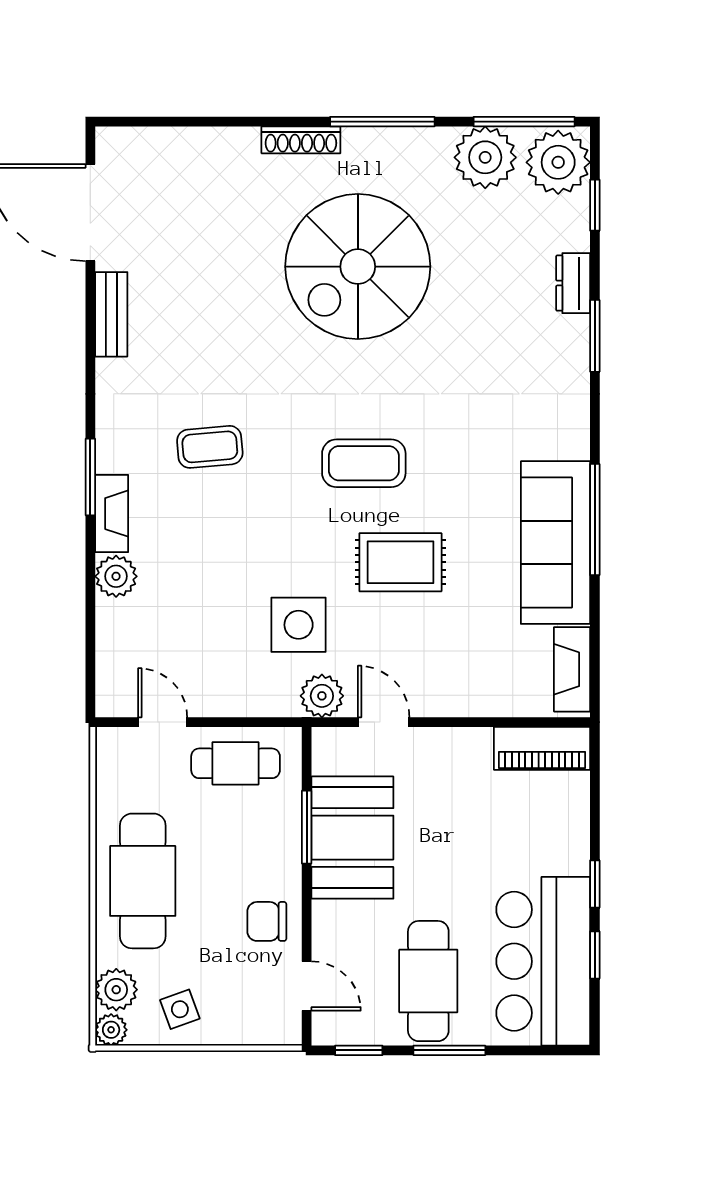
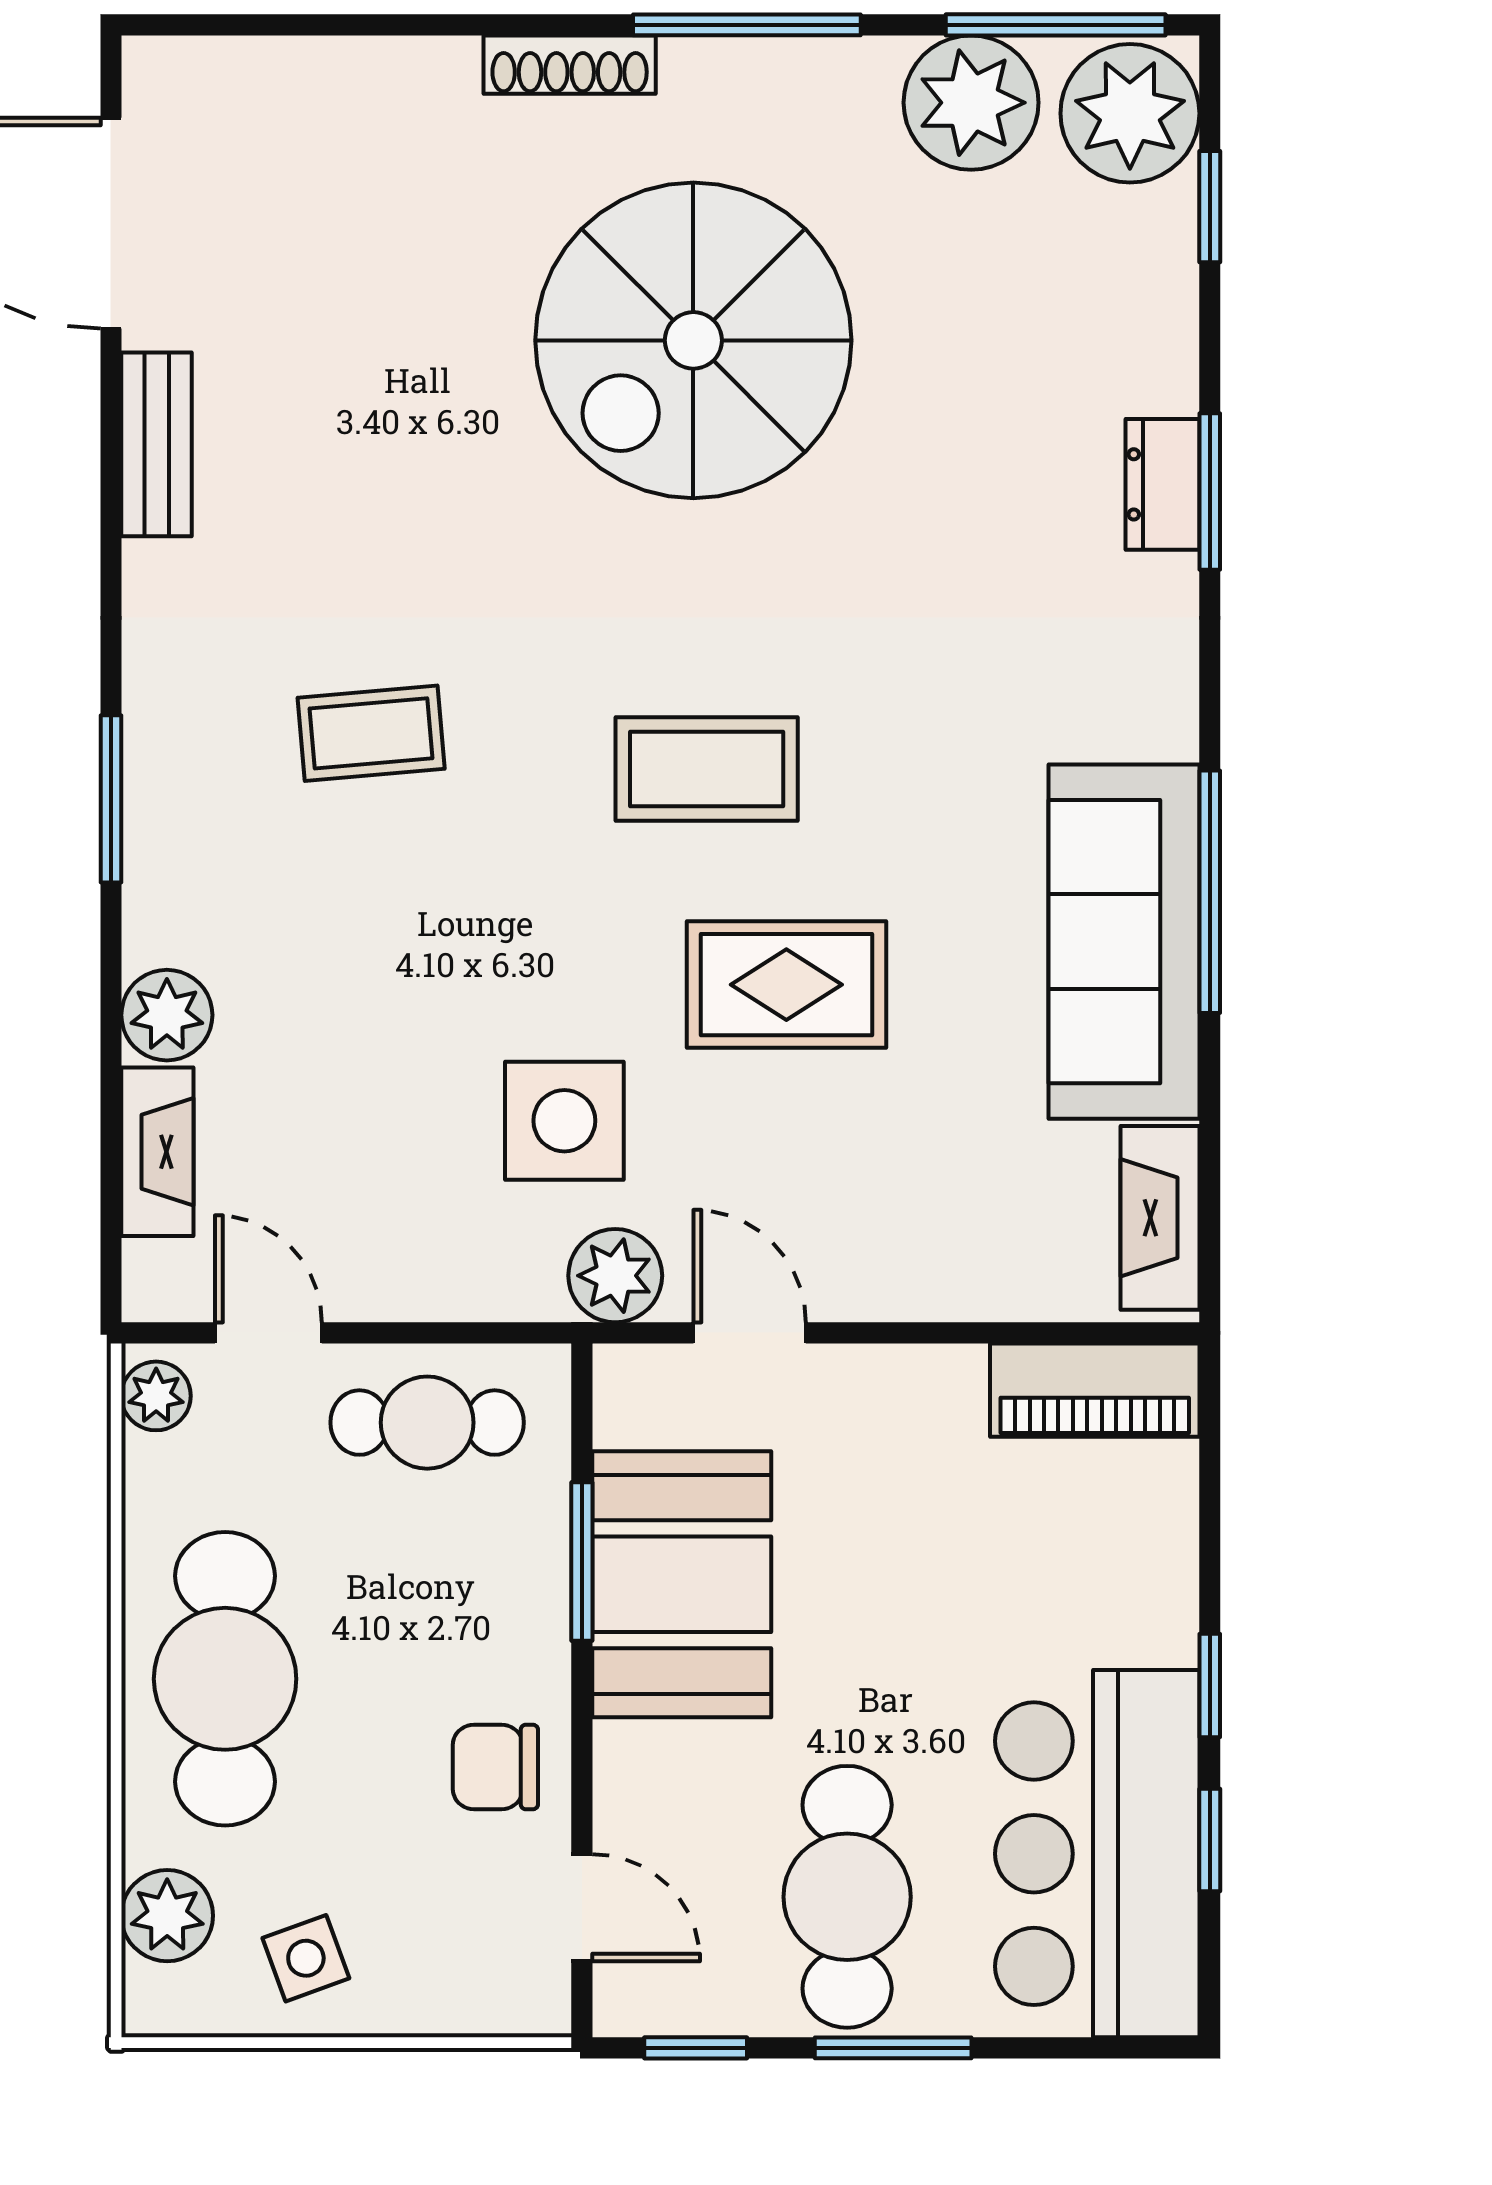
dresser: (573, 283) -> (1162, 484), moved
fireplace: (112, 514) -> (157, 1152), moved
plant: (111, 1030) -> (156, 1396), moved

